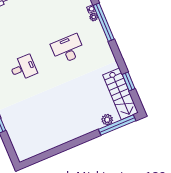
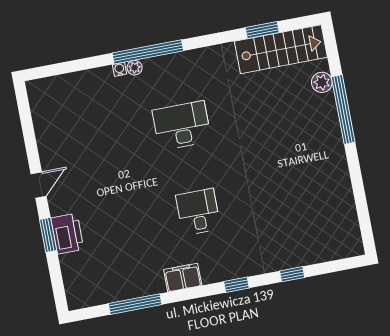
desk: (68, 49) -> (182, 126), turned 90
window: (117, 125) -> (343, 110), moved

